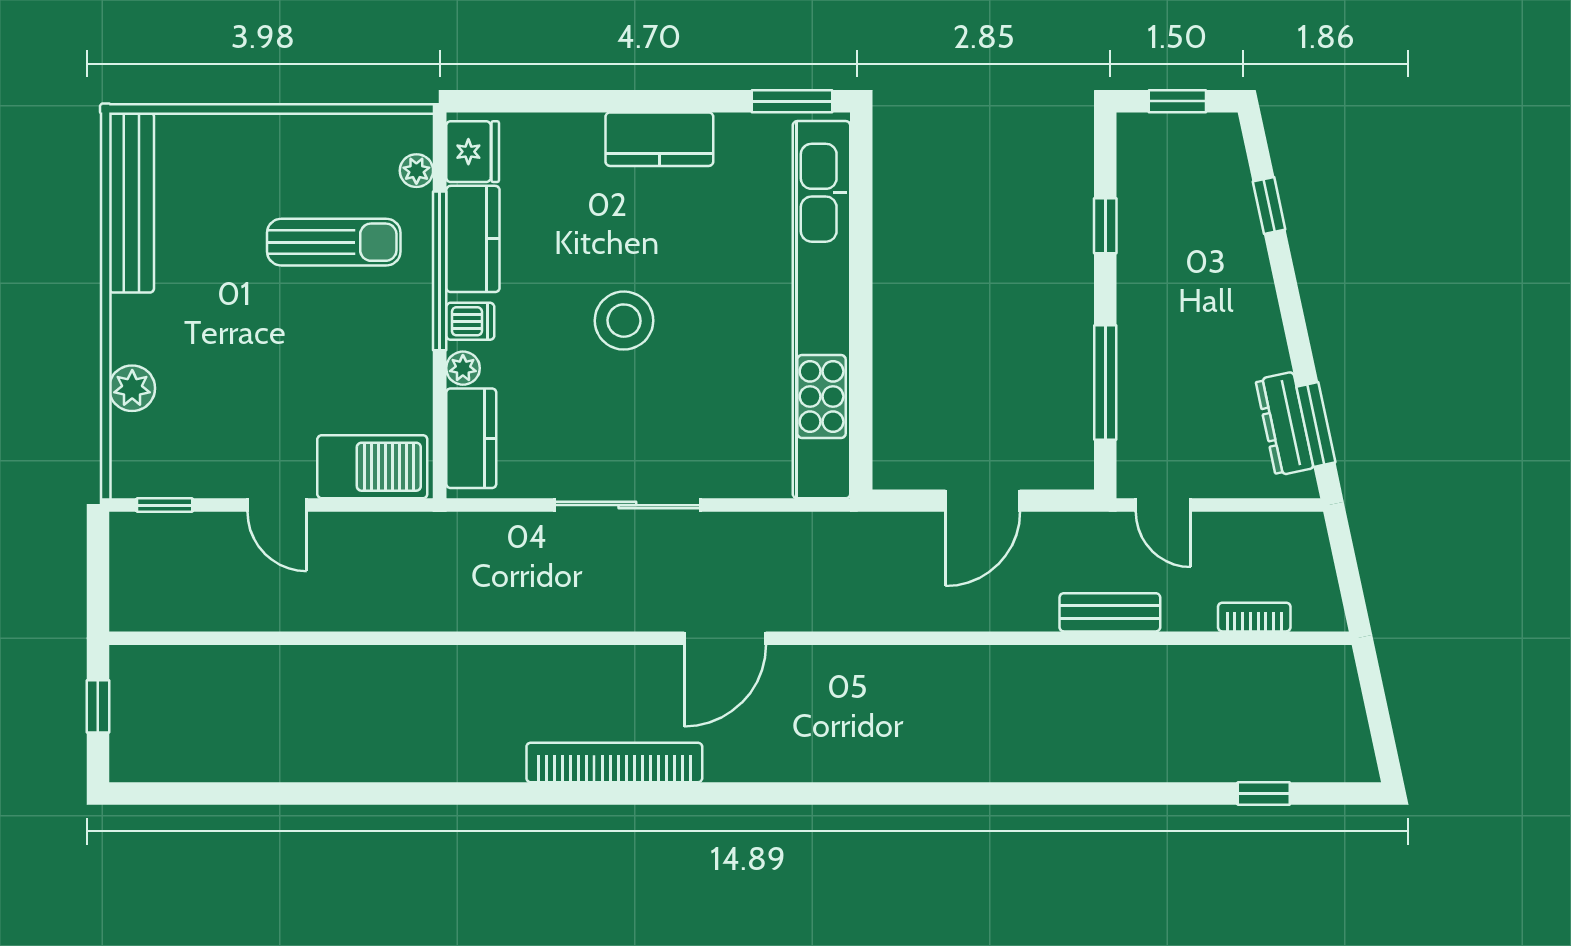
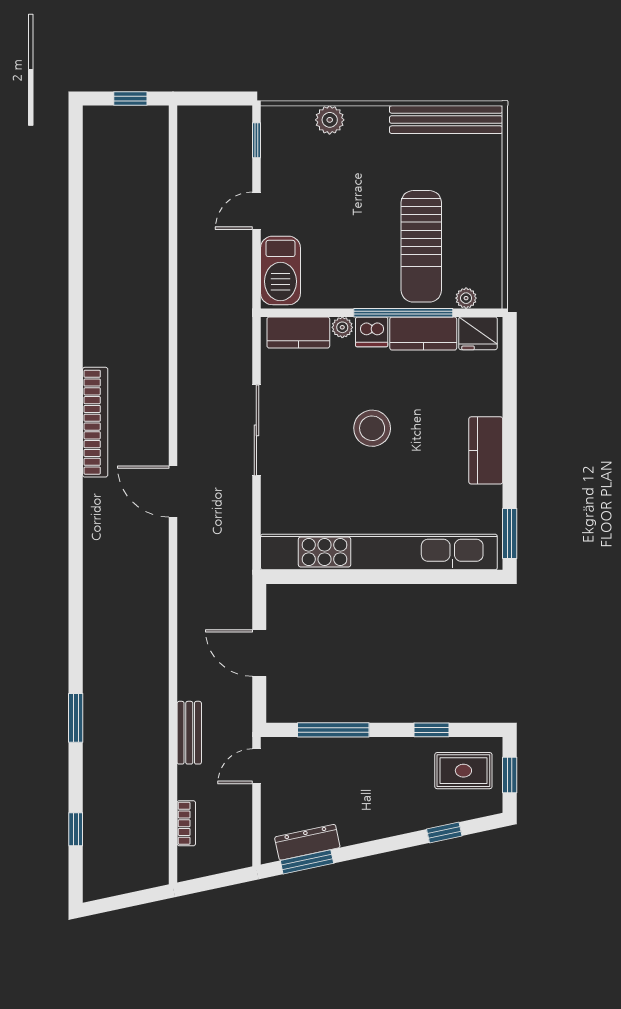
rug: (1170, 175) -> (463, 771), added
sun lounger: (334, 242) -> (421, 246), width x1.36, depth x1.34
dishwasher: (470, 321) -> (372, 332), width x1.38
window: (1086, 793) -> (76, 718), added

